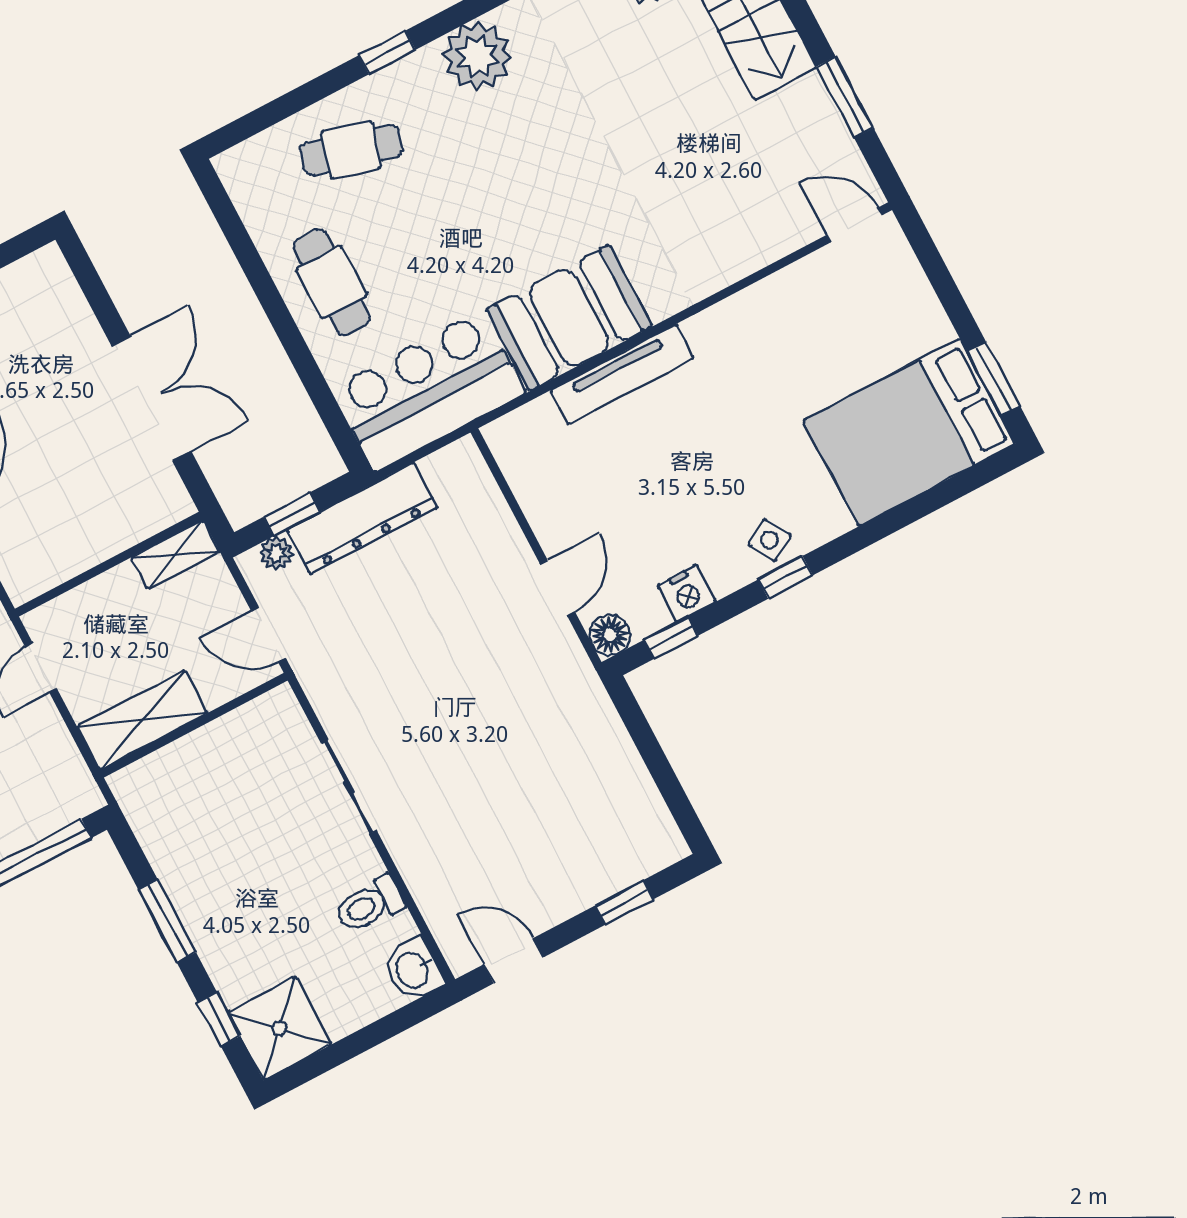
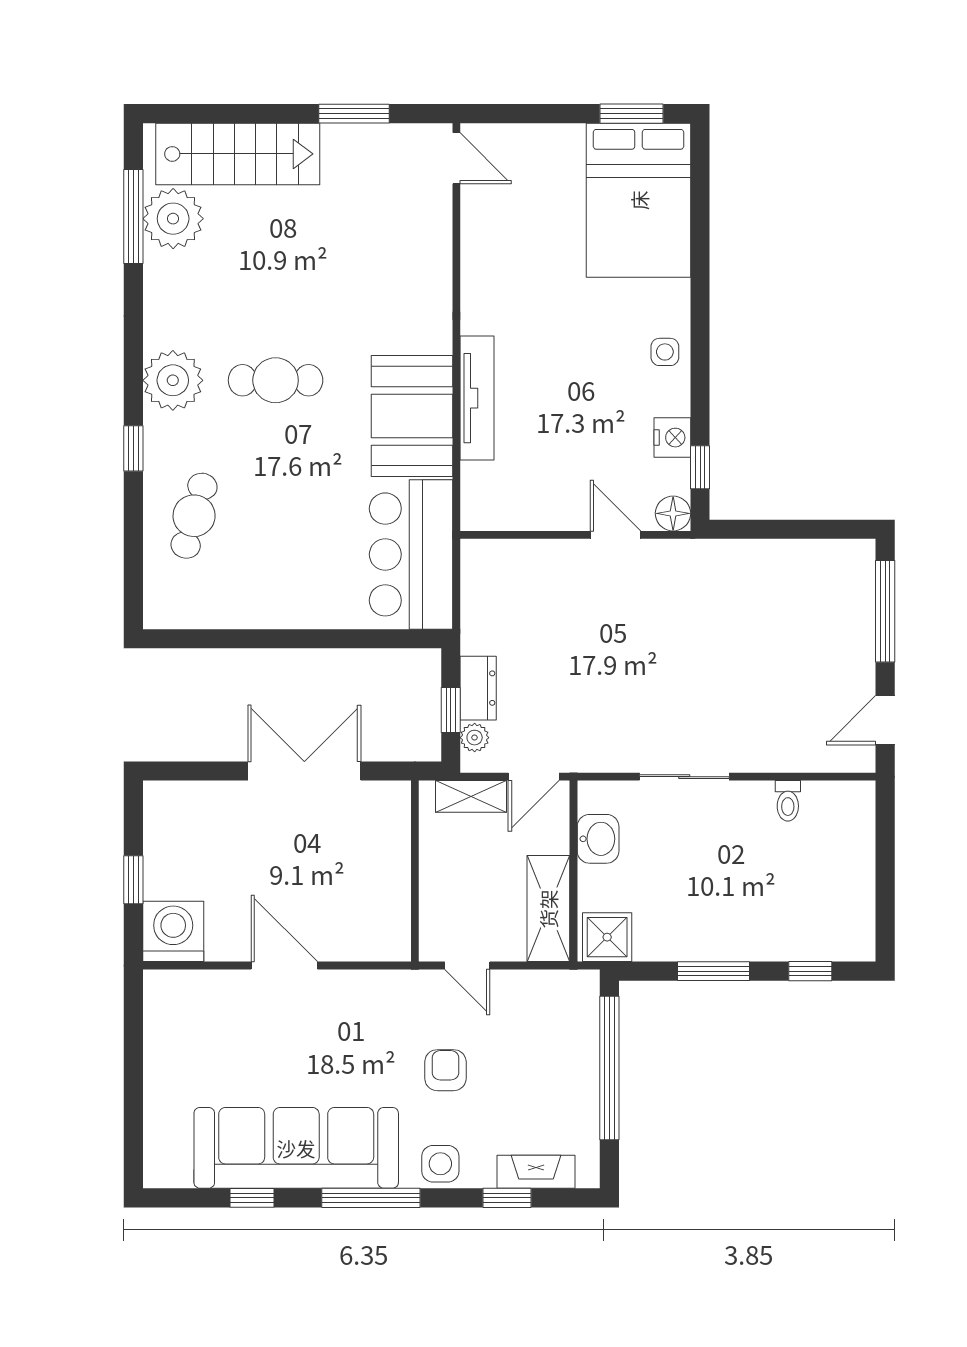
door: (854, 225) -> (456, 158), swing flipped
cafe table: (332, 282) -> (276, 380), moved
dresser: (362, 519) -> (478, 688), width x0.51, depth x0.80
side table: (769, 540) -> (665, 352), turned 31
shelving: (176, 555) -> (471, 796), moved, turned 90
window: (785, 577) -> (700, 355), removed
window: (624, 902) -> (885, 611), width x2.17
toilet: (369, 905) -> (788, 801), width x0.73, depth x0.72
washbasin: (413, 970) -> (598, 839), moved, turned -90
shower: (280, 1028) -> (607, 937), moved, width x0.73, depth x0.73

